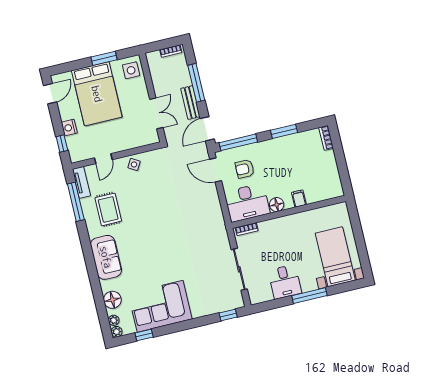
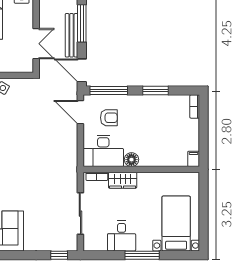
bench: (190, 103) -> (72, 35), width x1.36
door: (207, 129) -> (82, 70), hinge flipped
armchair: (245, 169) -> (109, 118), turned 180
filing cabinet: (299, 199) -> (194, 159), moved
wardrobe: (273, 227) -> (123, 180), added

